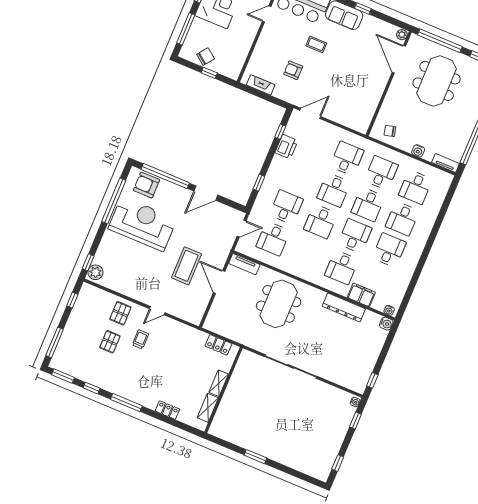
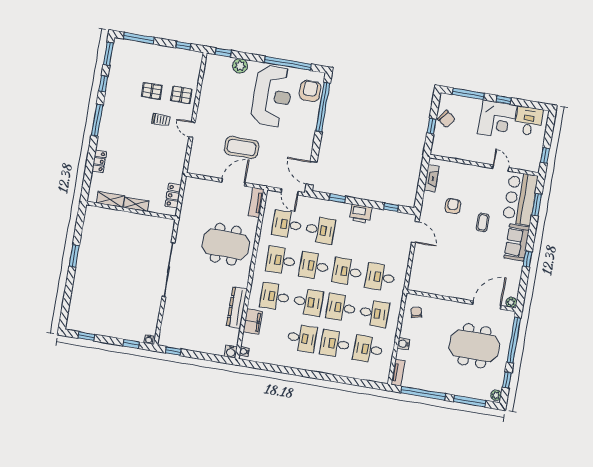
printer: (286, 147) -> (361, 214), moved
desk: (347, 158) -> (380, 277), turned 180
door: (206, 193) -> (312, 173), moved
desk: (307, 253) -> (281, 260), added
plant: (95, 272) -> (240, 66), moved

